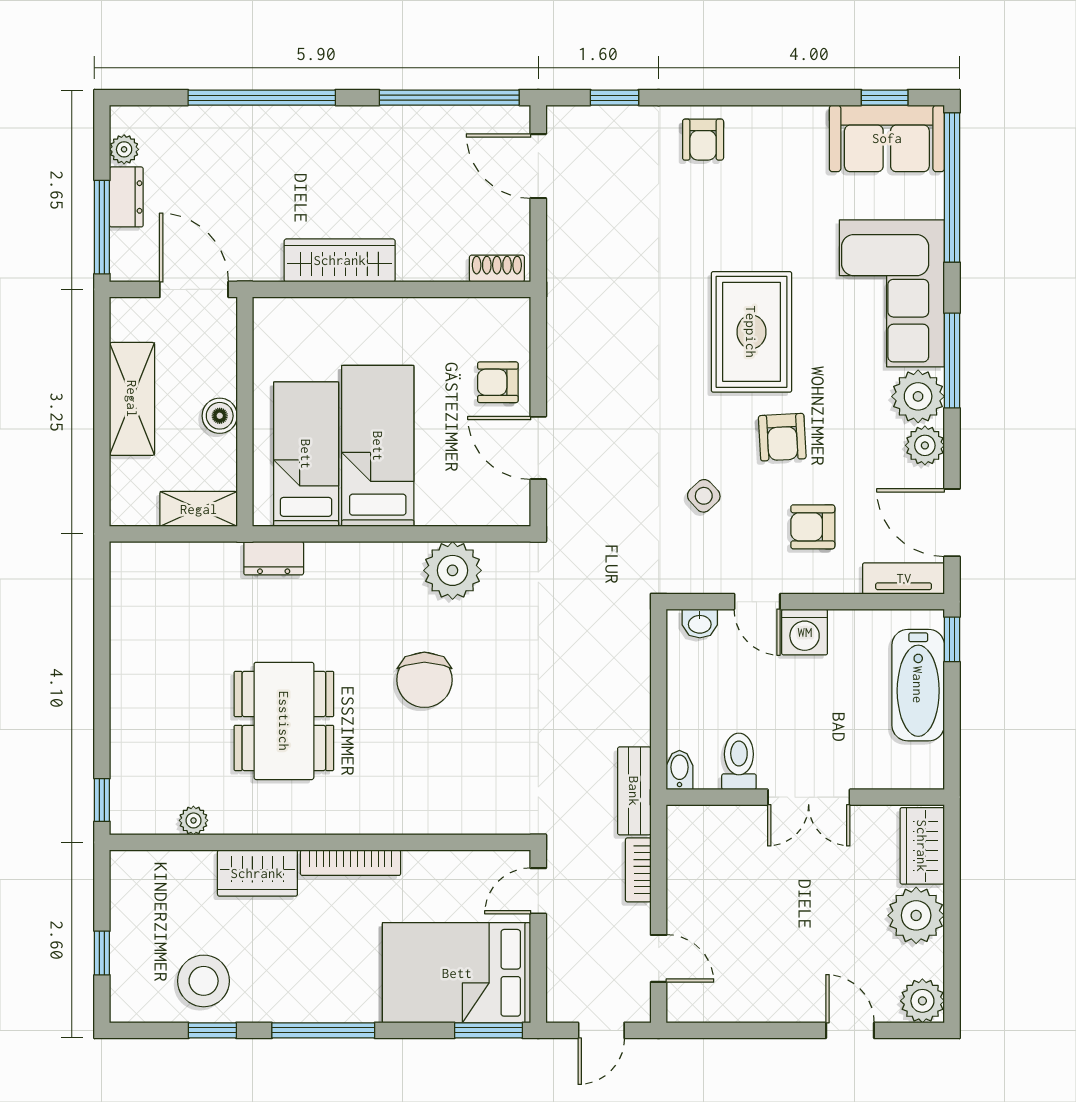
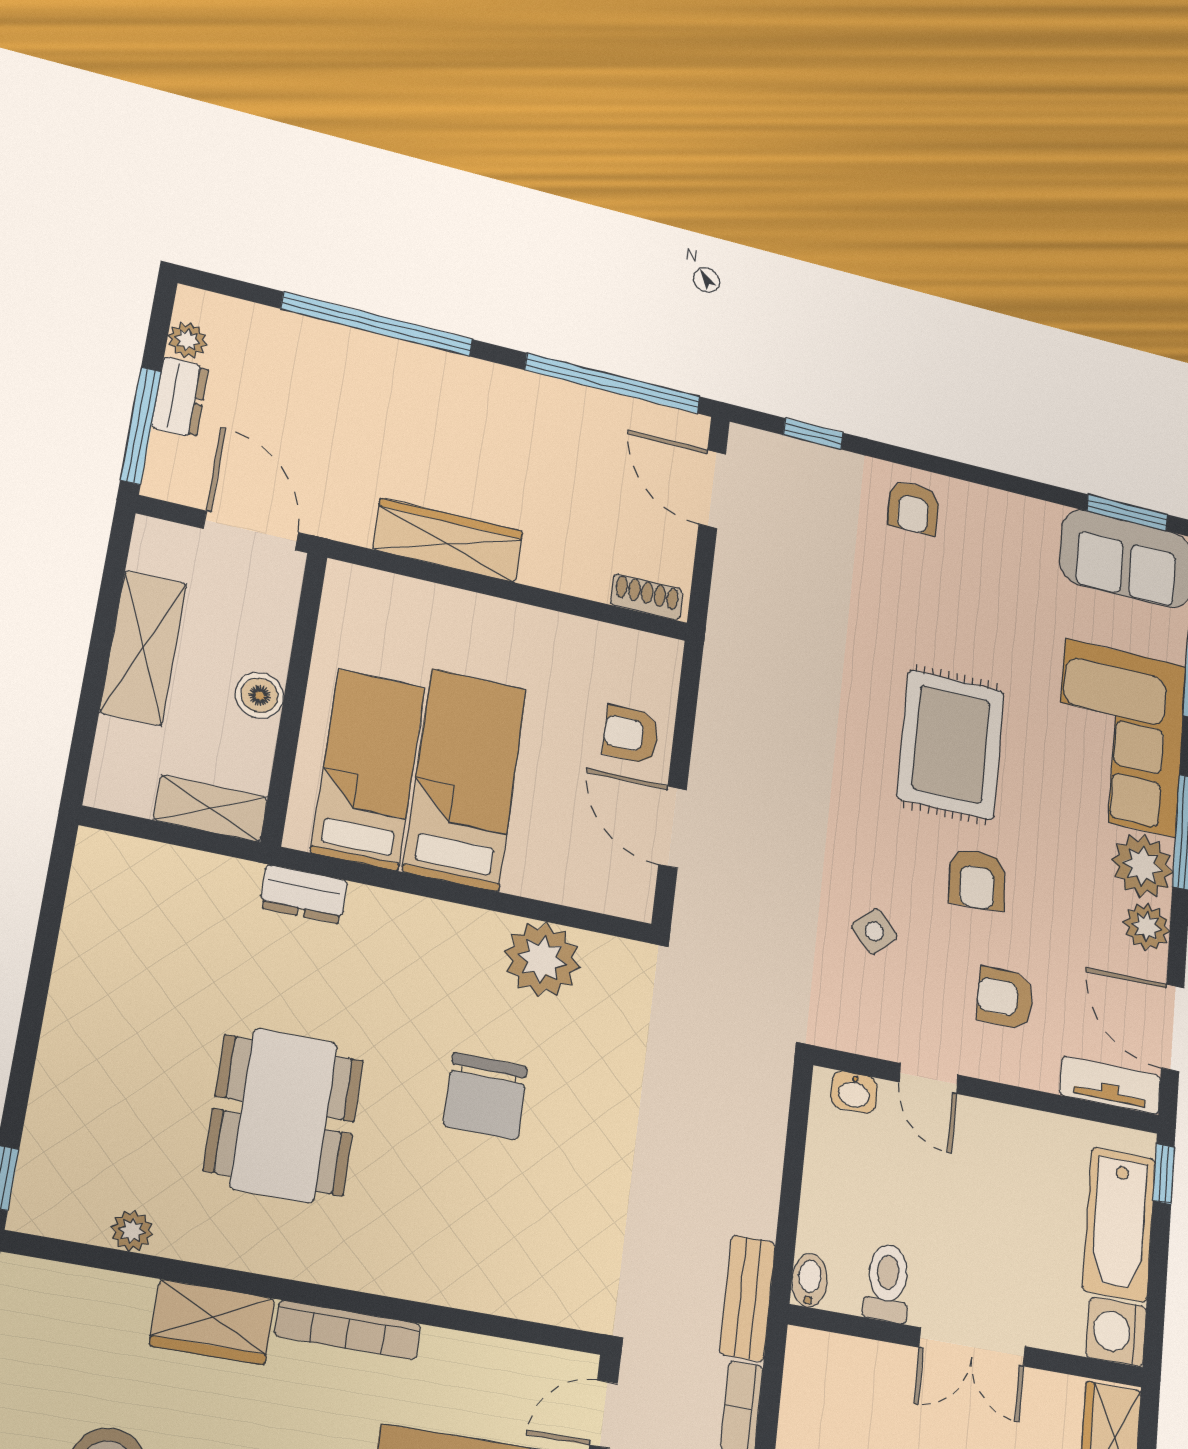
window: (885, 98) -> (1127, 513), width x1.50
washing machine: (805, 632) -> (1116, 1332), moved, turned 90

